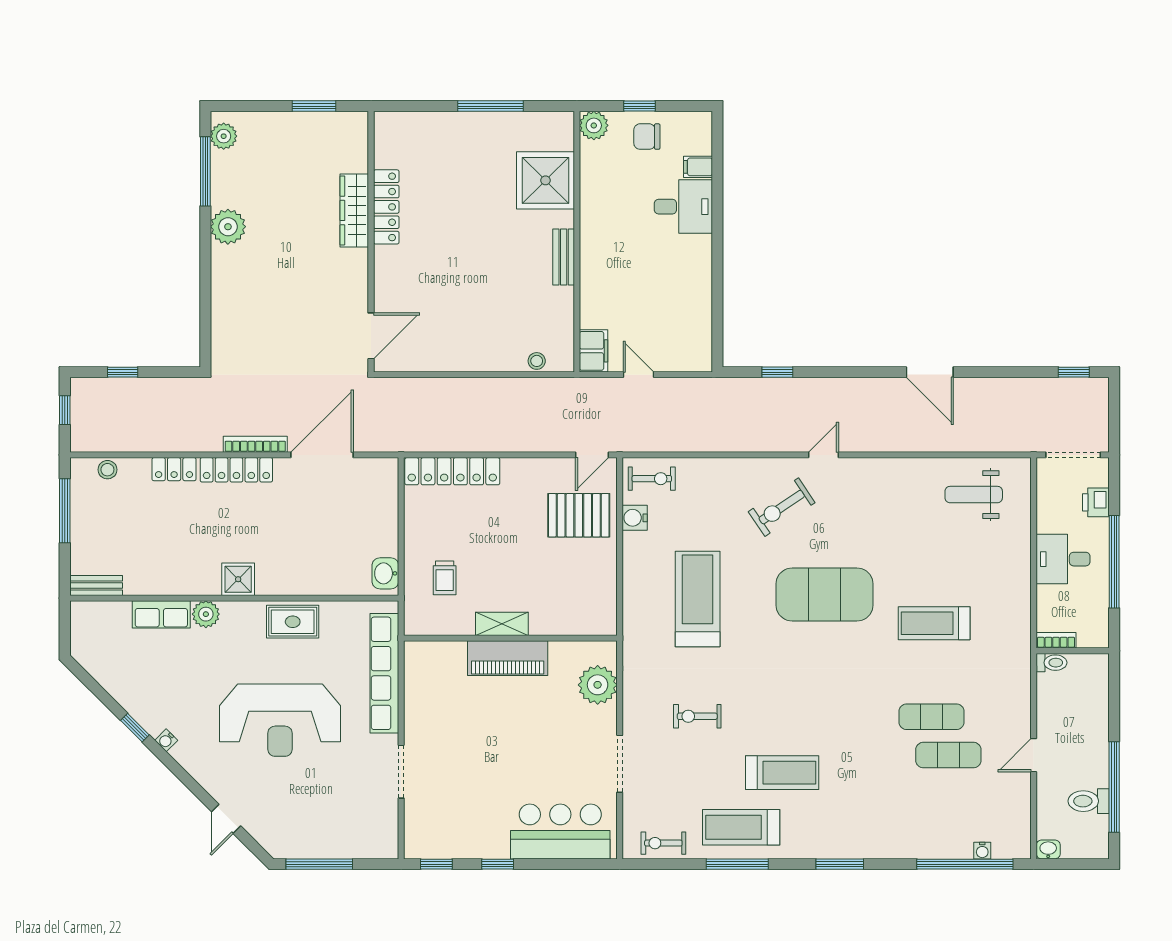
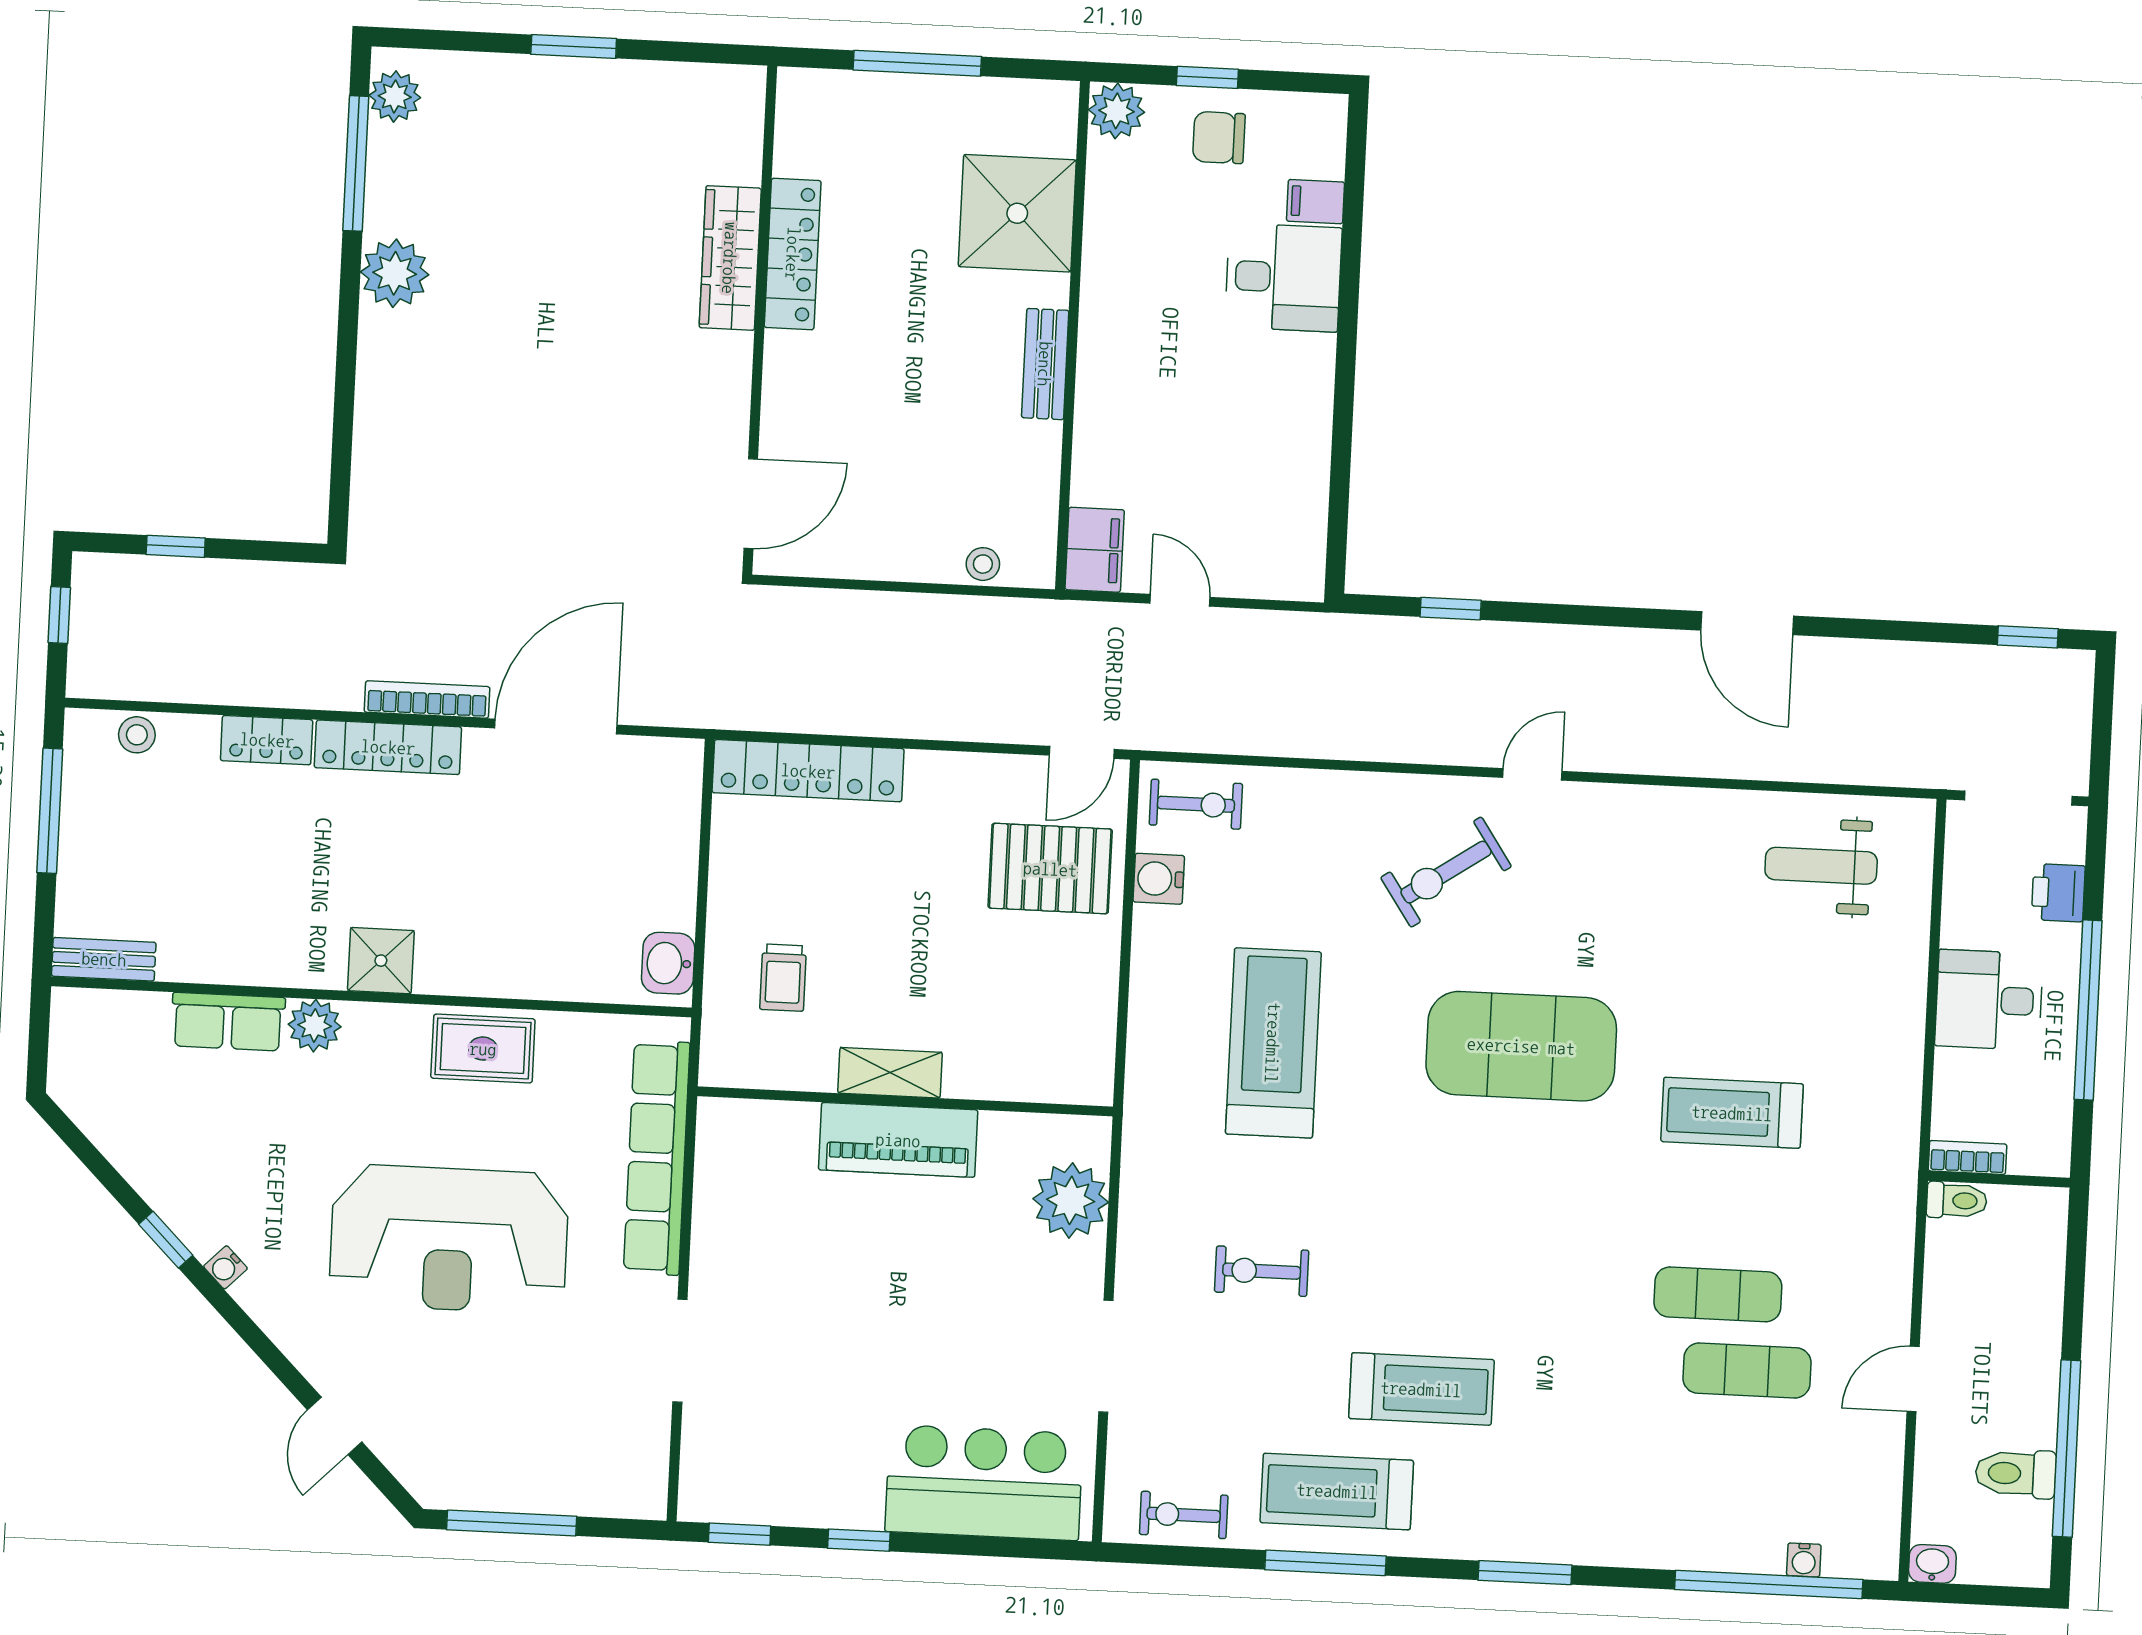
locker: (386, 207) -> (793, 254), moved
wardrobe: (354, 210) -> (730, 258), moved
wall: (371, 242) -> (760, 320), moved
door: (371, 336) -> (751, 504), moved

